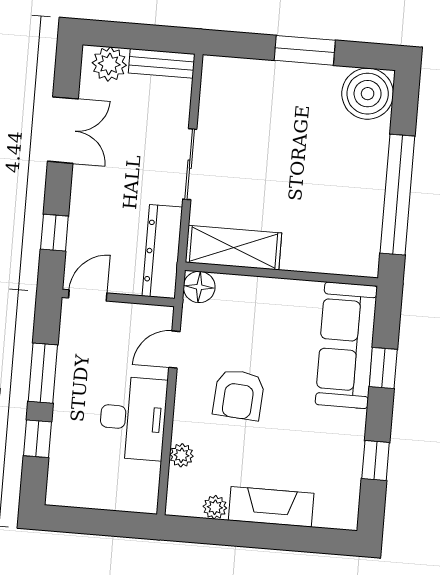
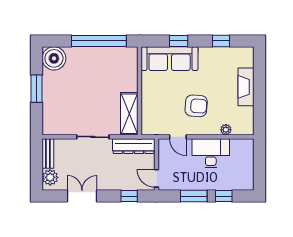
floor lamp: (199, 287) -> (148, 128), removed
plant: (215, 507) -> (248, 113), removed

